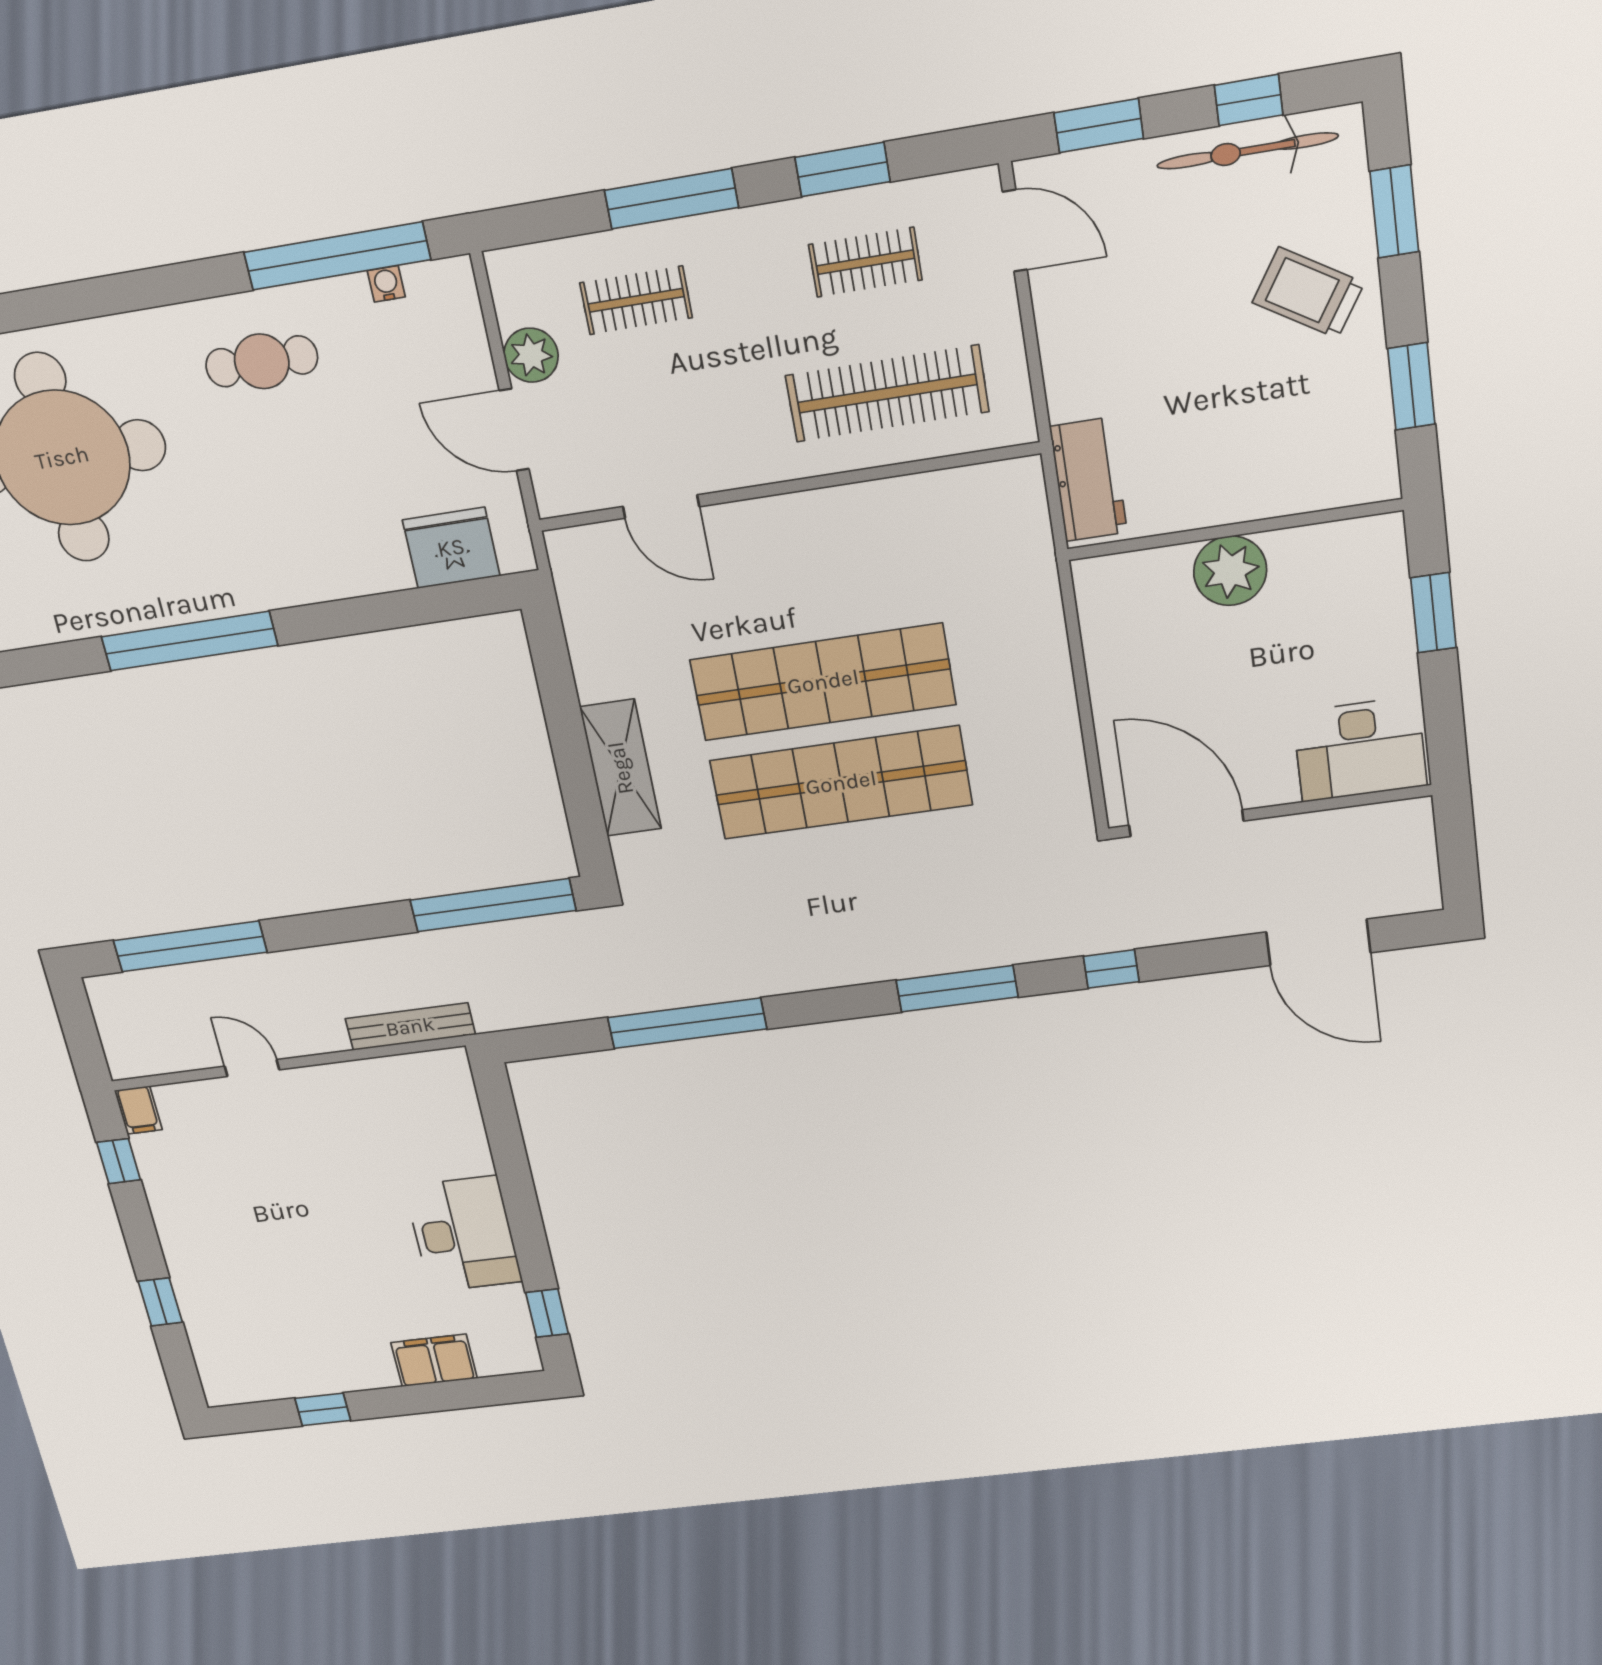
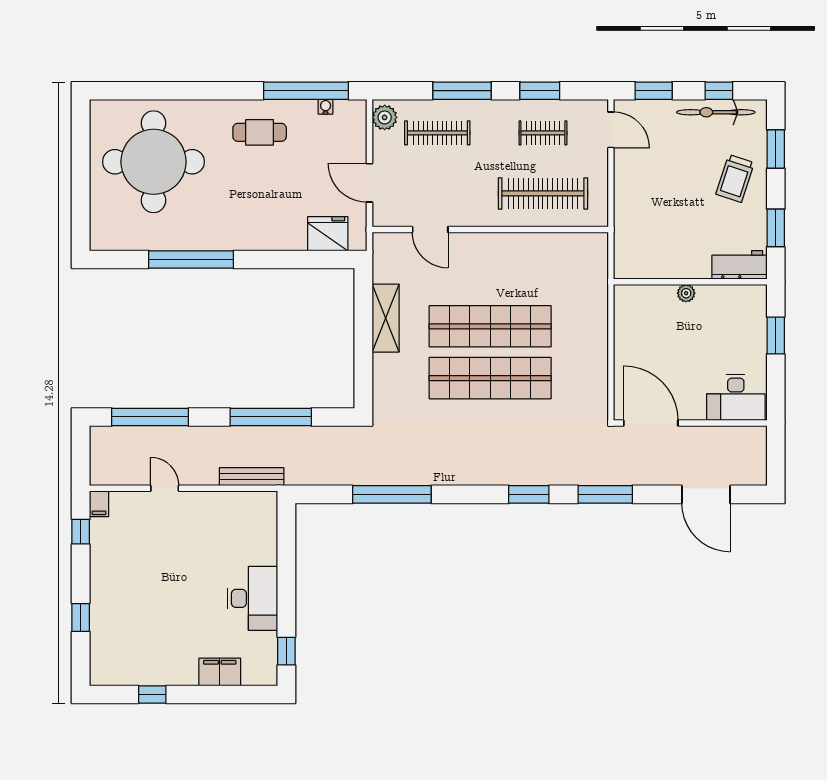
trolley: (1308, 293) -> (735, 178), turned -104
clothes rail: (636, 300) -> (437, 133), width x1.36
plant: (531, 355) -> (385, 117), moved
workbench: (1089, 480) -> (740, 265), moved, turned -90
plant: (1230, 571) -> (686, 293), width x0.53, depth x0.53
shelving: (621, 768) -> (386, 318), moved
window: (493, 905) -> (271, 417), moved
window: (1111, 969) -> (605, 494), width x2.17
window: (957, 989) -> (529, 494), width x0.69

